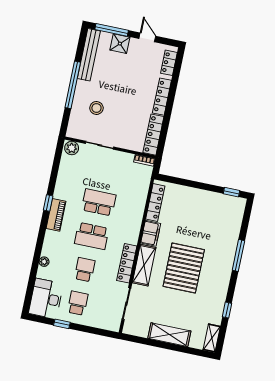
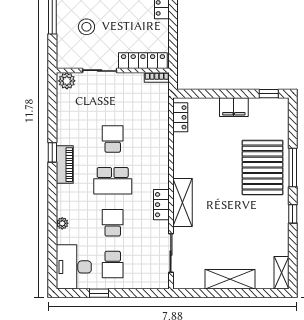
locker: (153, 135) -> (143, 61), moved, turned 90
school desk: (99, 202) -> (113, 139), width x0.54
locker: (155, 203) -> (180, 117), width x0.66
filing cabinet: (151, 233) -> (234, 107), moved, turned 90
locker: (127, 263) -> (161, 205), width x0.66
pallet: (184, 268) -> (263, 168), moved
school desk: (78, 303) -> (113, 265), turned 180
window: (227, 310) -> (293, 214), moved

